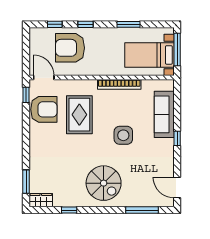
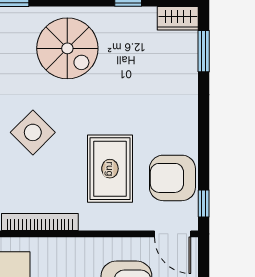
side table: (123, 135) -> (33, 132), turned 45
spiral stairs: (104, 183) -> (67, 48), turned 180

